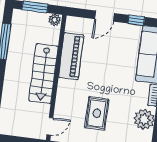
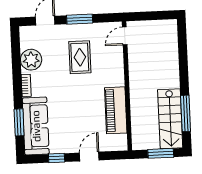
plant: (55, 20) -> (139, 144), removed
stairs: (44, 74) -> (170, 119), moved, turned 180

